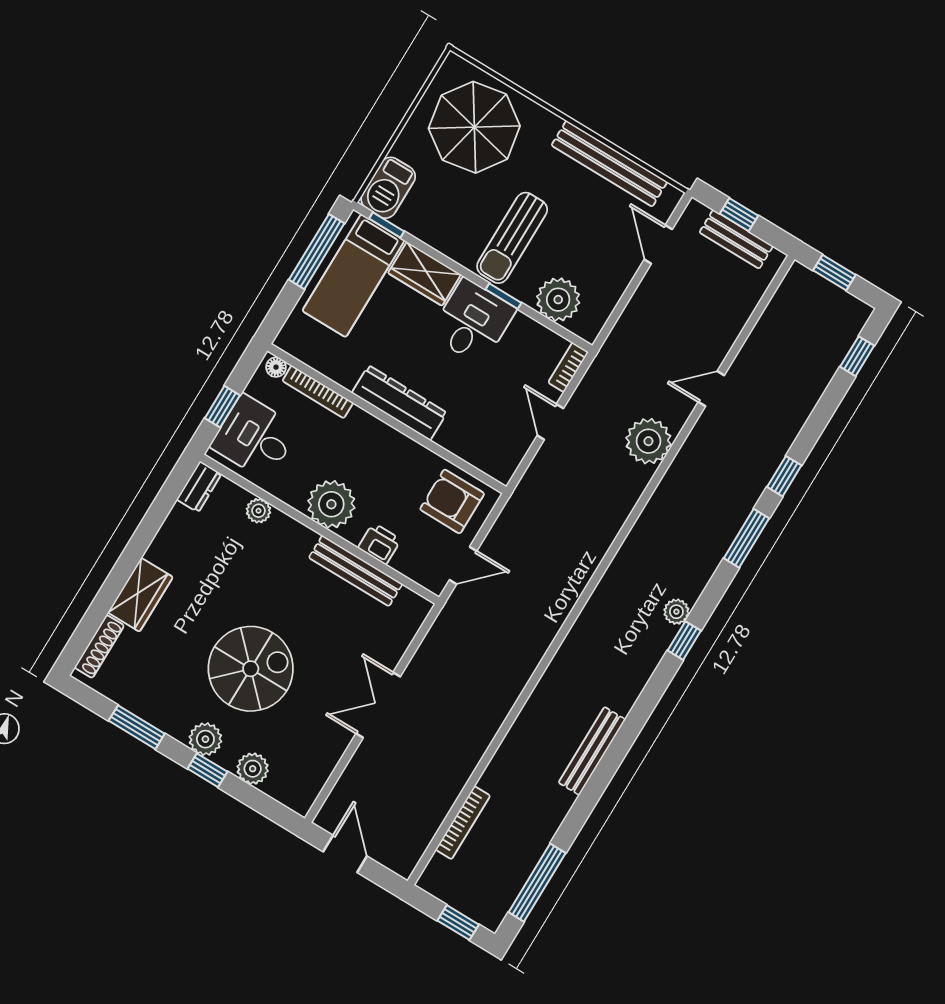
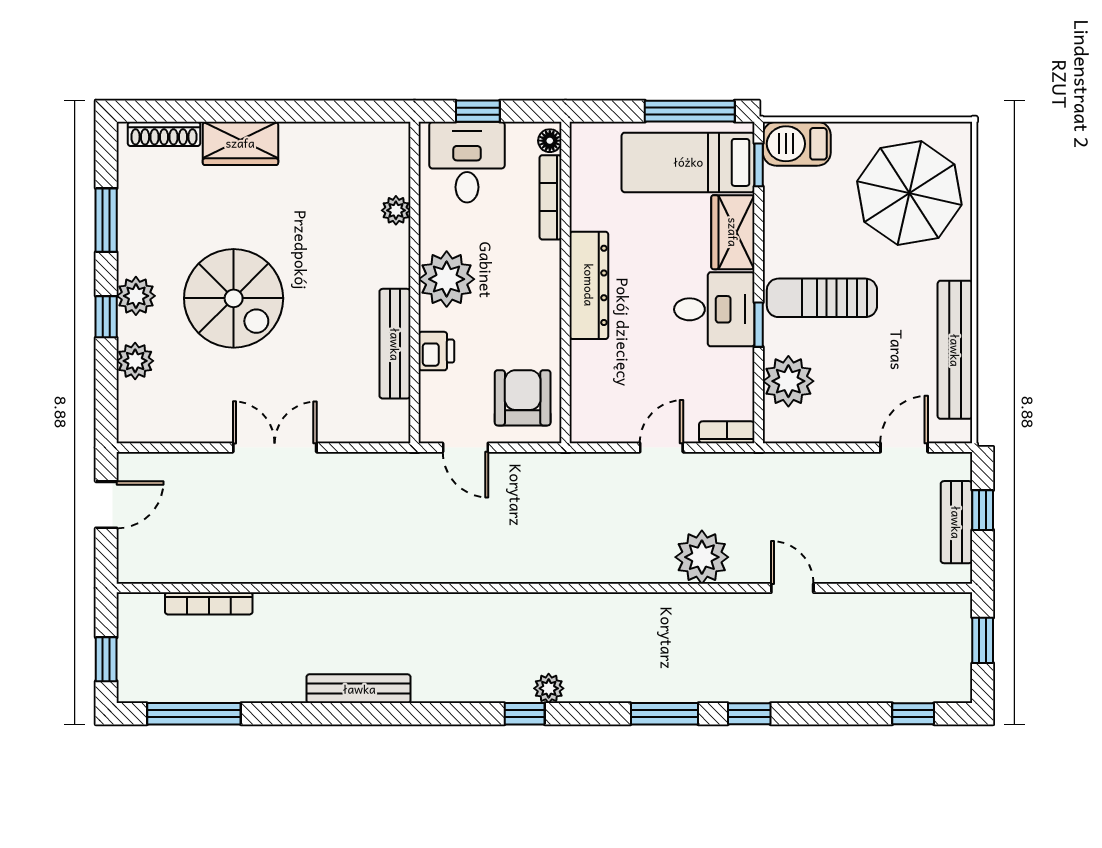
dresser: (199, 487) -> (384, 137), removed

